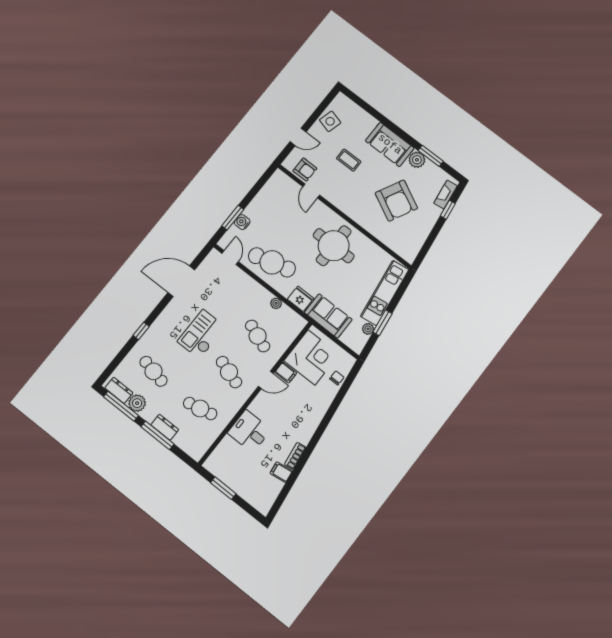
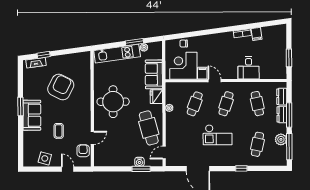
window: (431, 156) -> (20, 106), moved
plant: (417, 160) -> (29, 94), removed
dresser: (119, 390) -> (282, 97), moved

